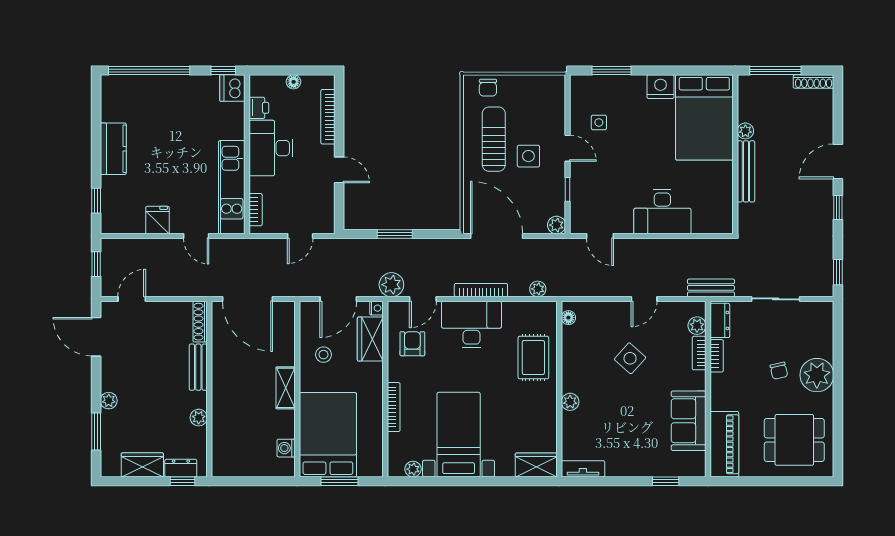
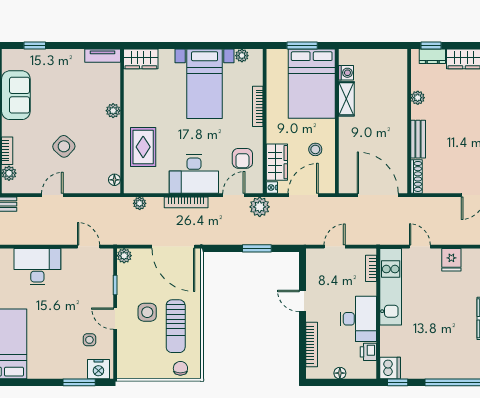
nightstand: (660, 87) -> (98, 369), moved
shelving: (286, 388) -> (346, 99), moved

